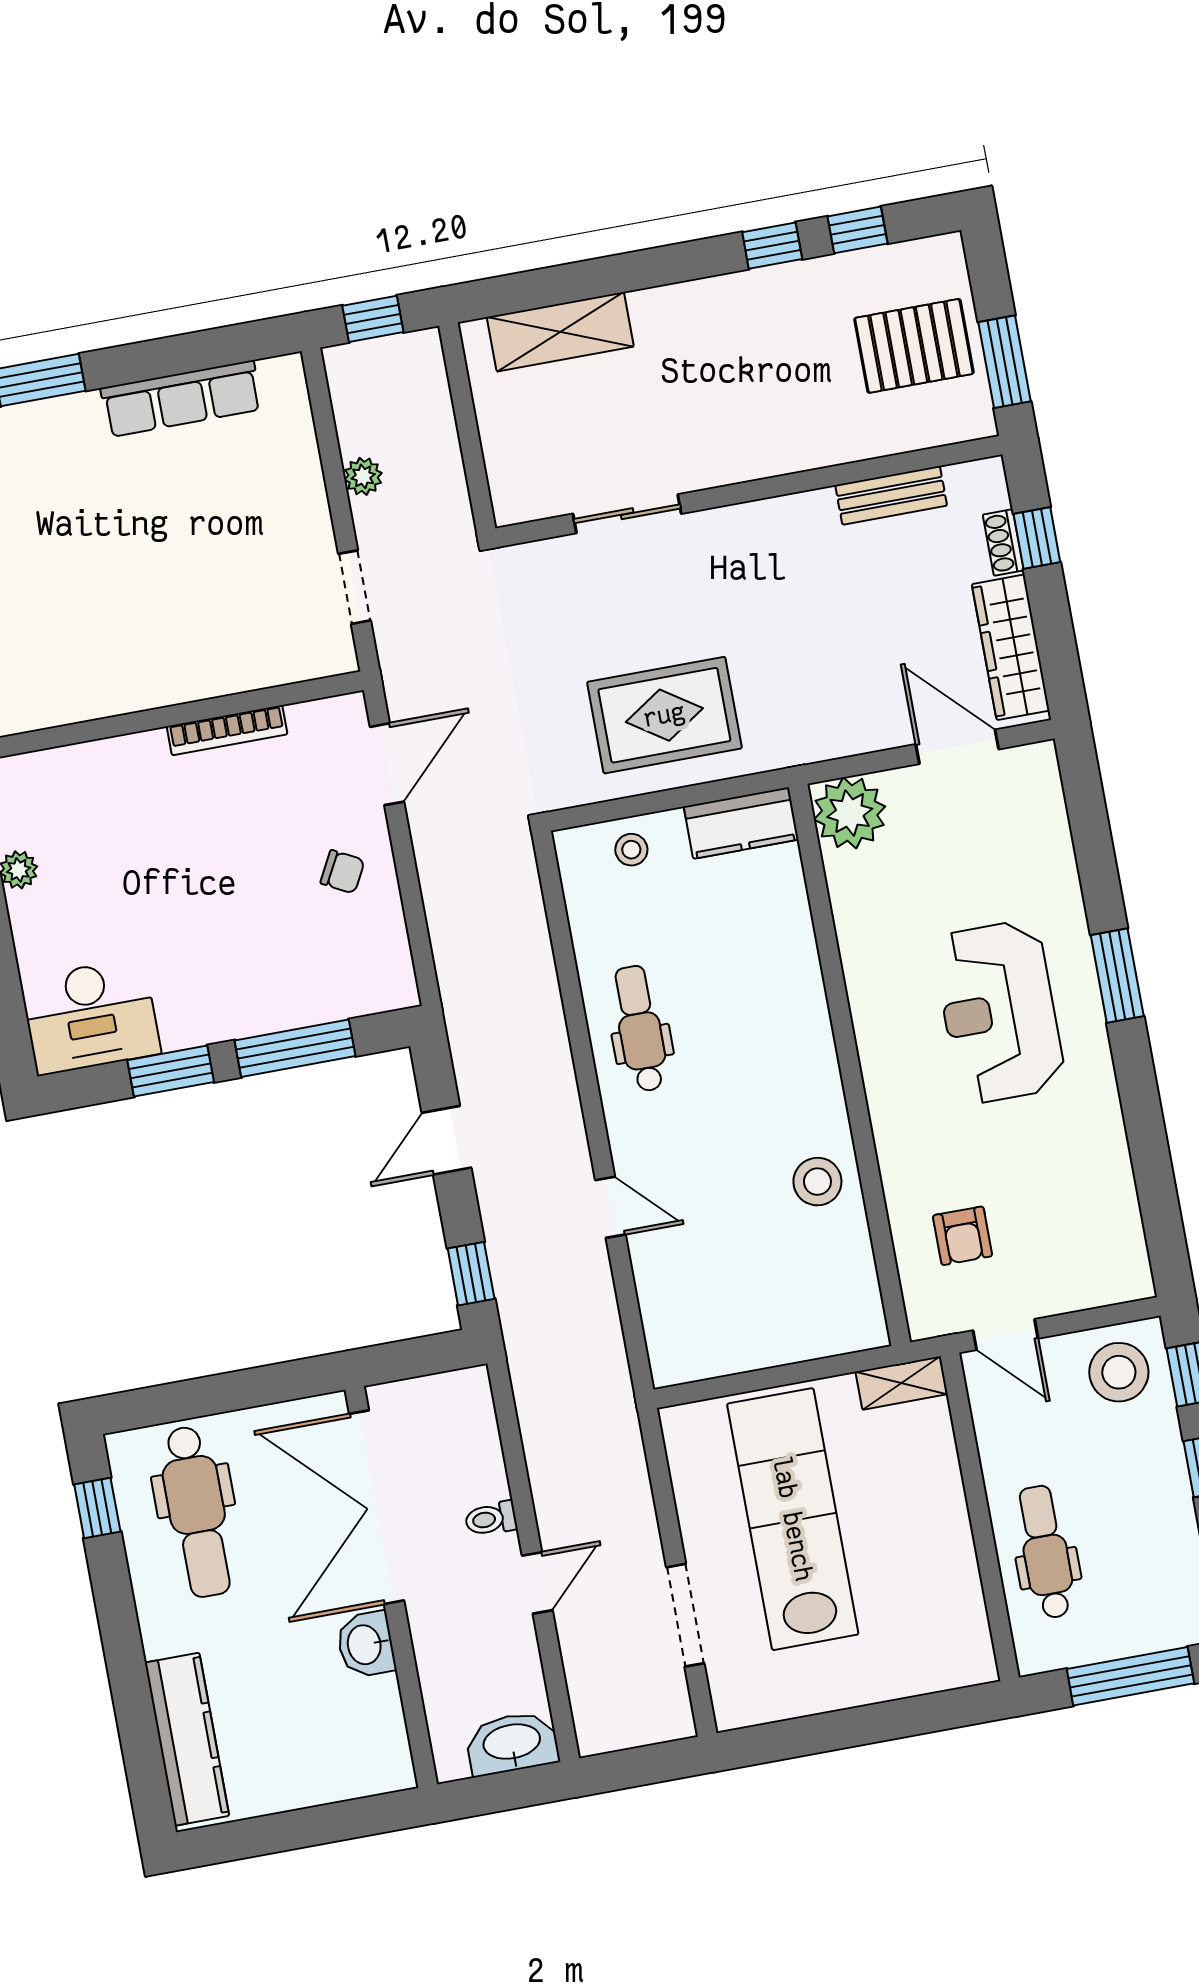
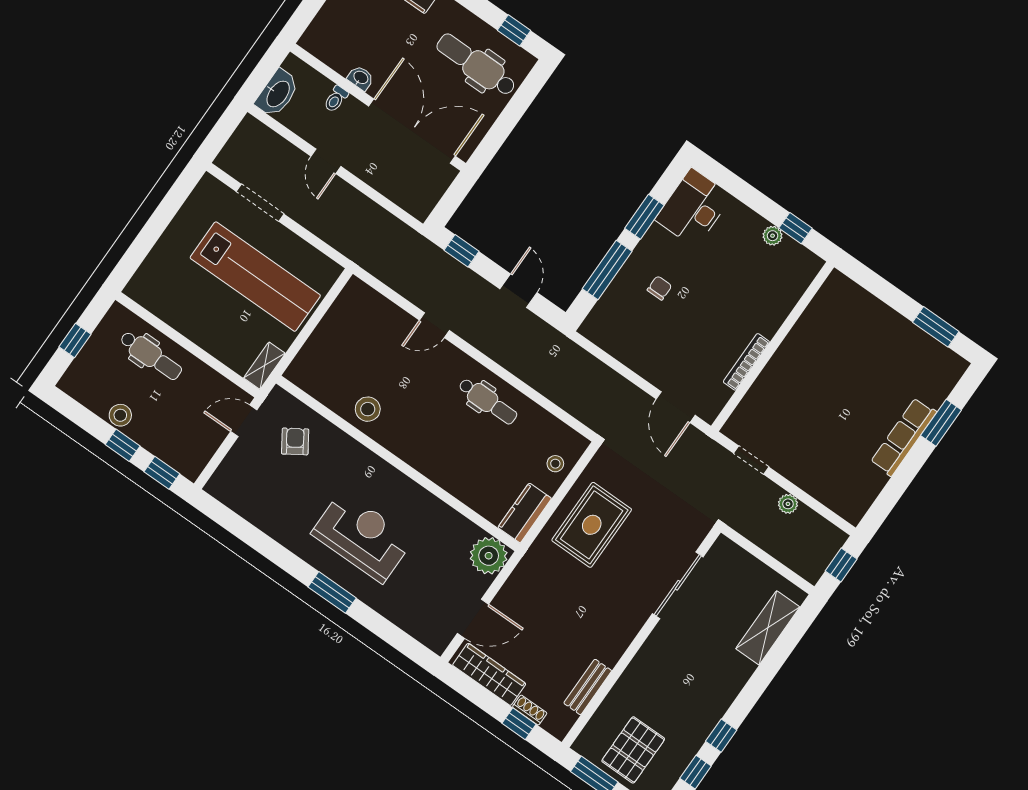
row of seats: (181, 399) -> (904, 437), moved
sliding door: (627, 514) -> (678, 585), width x1.37
chair: (342, 872) -> (659, 288), moved, turned 152
armchair: (963, 1236) -> (295, 441), turned 57
stool: (1119, 1372) -> (120, 415), moved, width x0.73, depth x0.73
toilet: (491, 1519) -> (336, 99), moved, turned 180
washbasin: (366, 1644) -> (361, 78), width x0.72, depth x0.69
window: (1130, 1676) -> (75, 341), width x0.46

